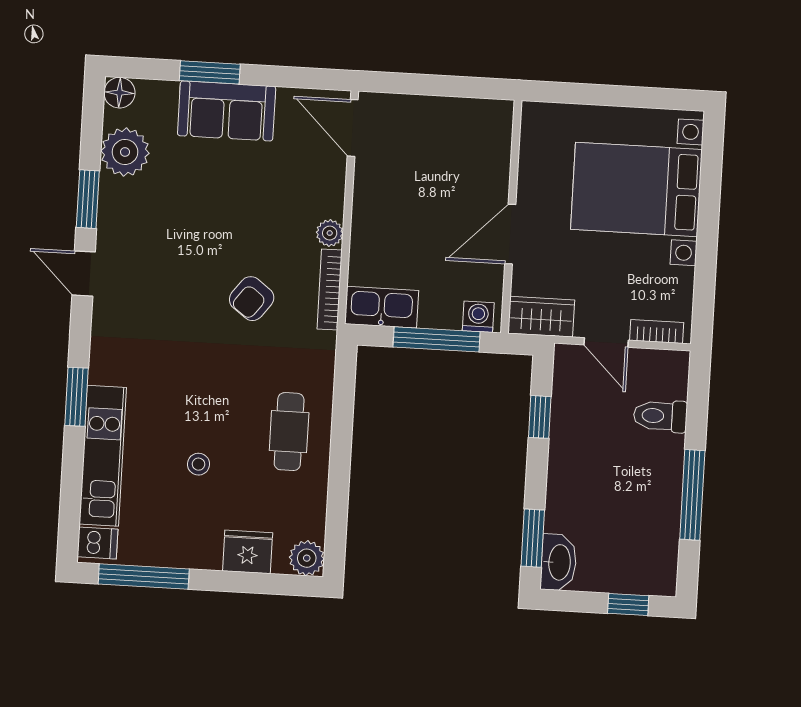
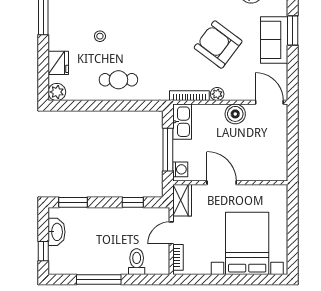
door: (353, 128) -> (269, 102), hinge flipped
boiler: (372, 199) -> (235, 114), added
armchair: (252, 299) -> (218, 45), moved, width x1.88, depth x1.88
washbasin: (559, 562) -> (57, 232), moved, turned -90

